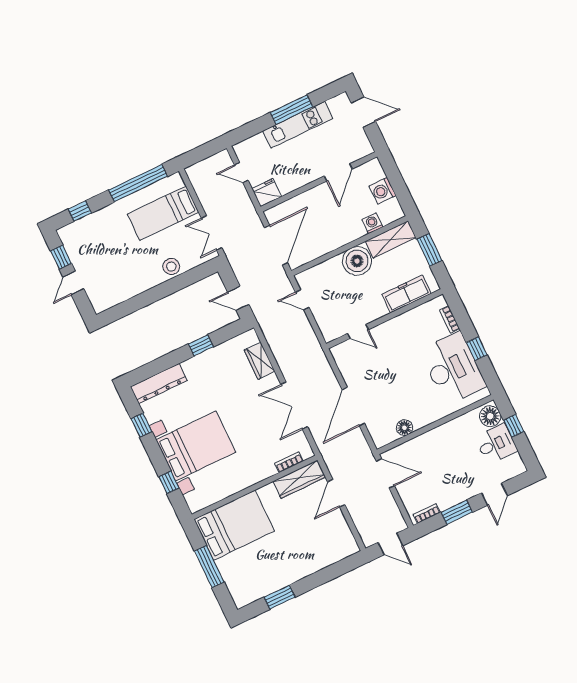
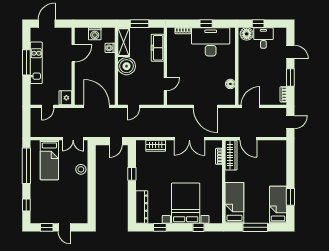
door: (338, 172) -> (73, 53), hinge flipped
bed: (234, 525) -> (234, 203), width x0.67
bed: (259, 584) -> (278, 205), added

